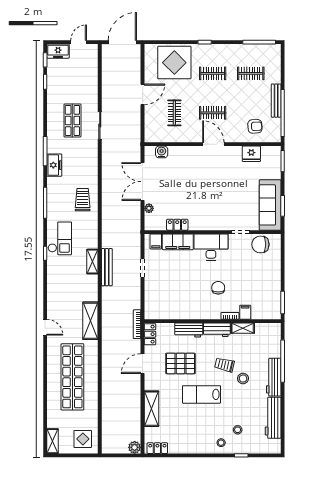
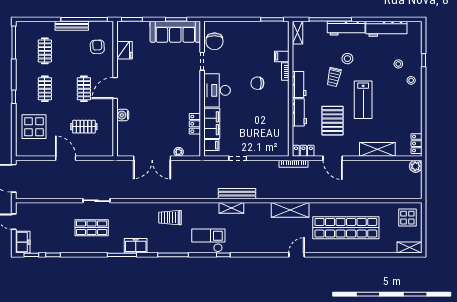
display table: (174, 63) -> (34, 127), width x0.73, depth x0.73
water cooler: (162, 152) -> (123, 115), moved
shelving: (243, 328) -> (298, 33), moved

